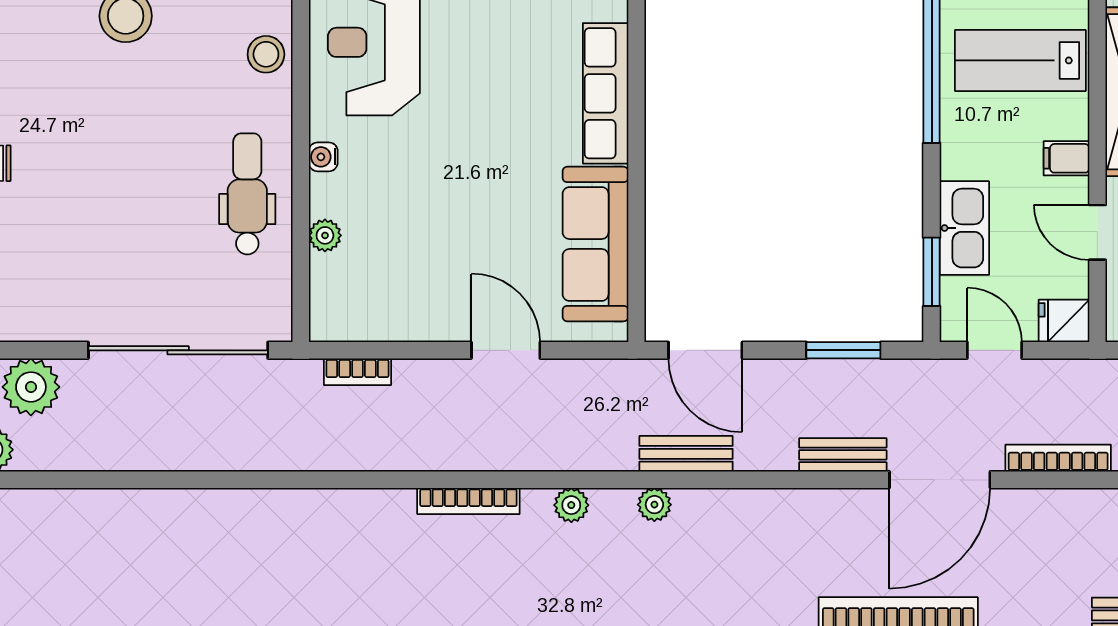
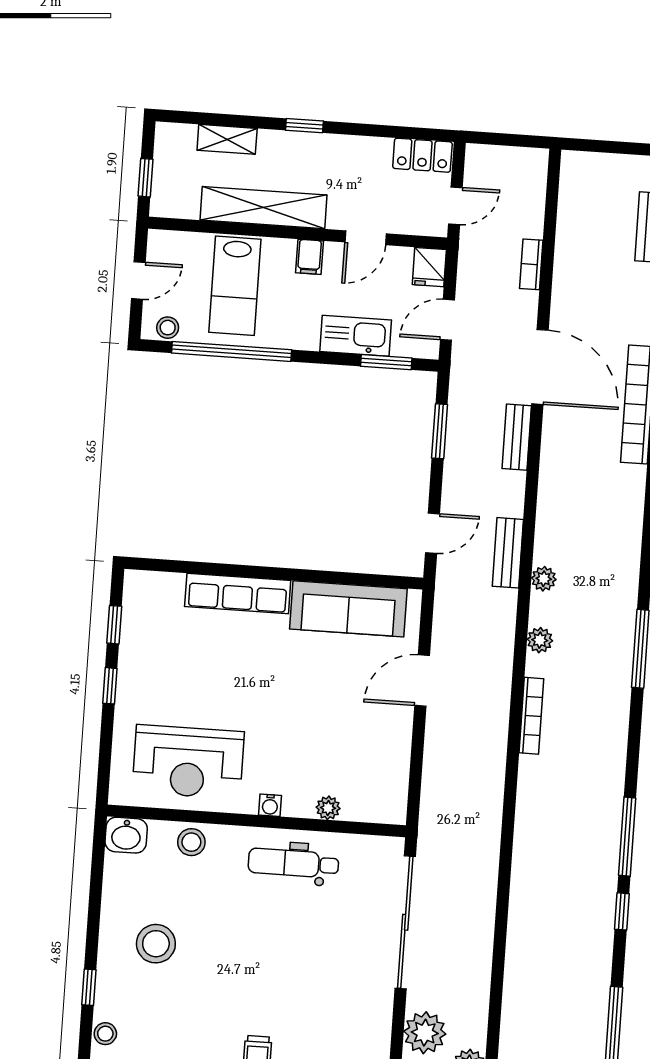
door: (705, 350) -> (432, 533), width x0.73
bookcase: (358, 372) -> (430, 791), removed
bookcase: (1058, 458) -> (531, 264), width x0.64

